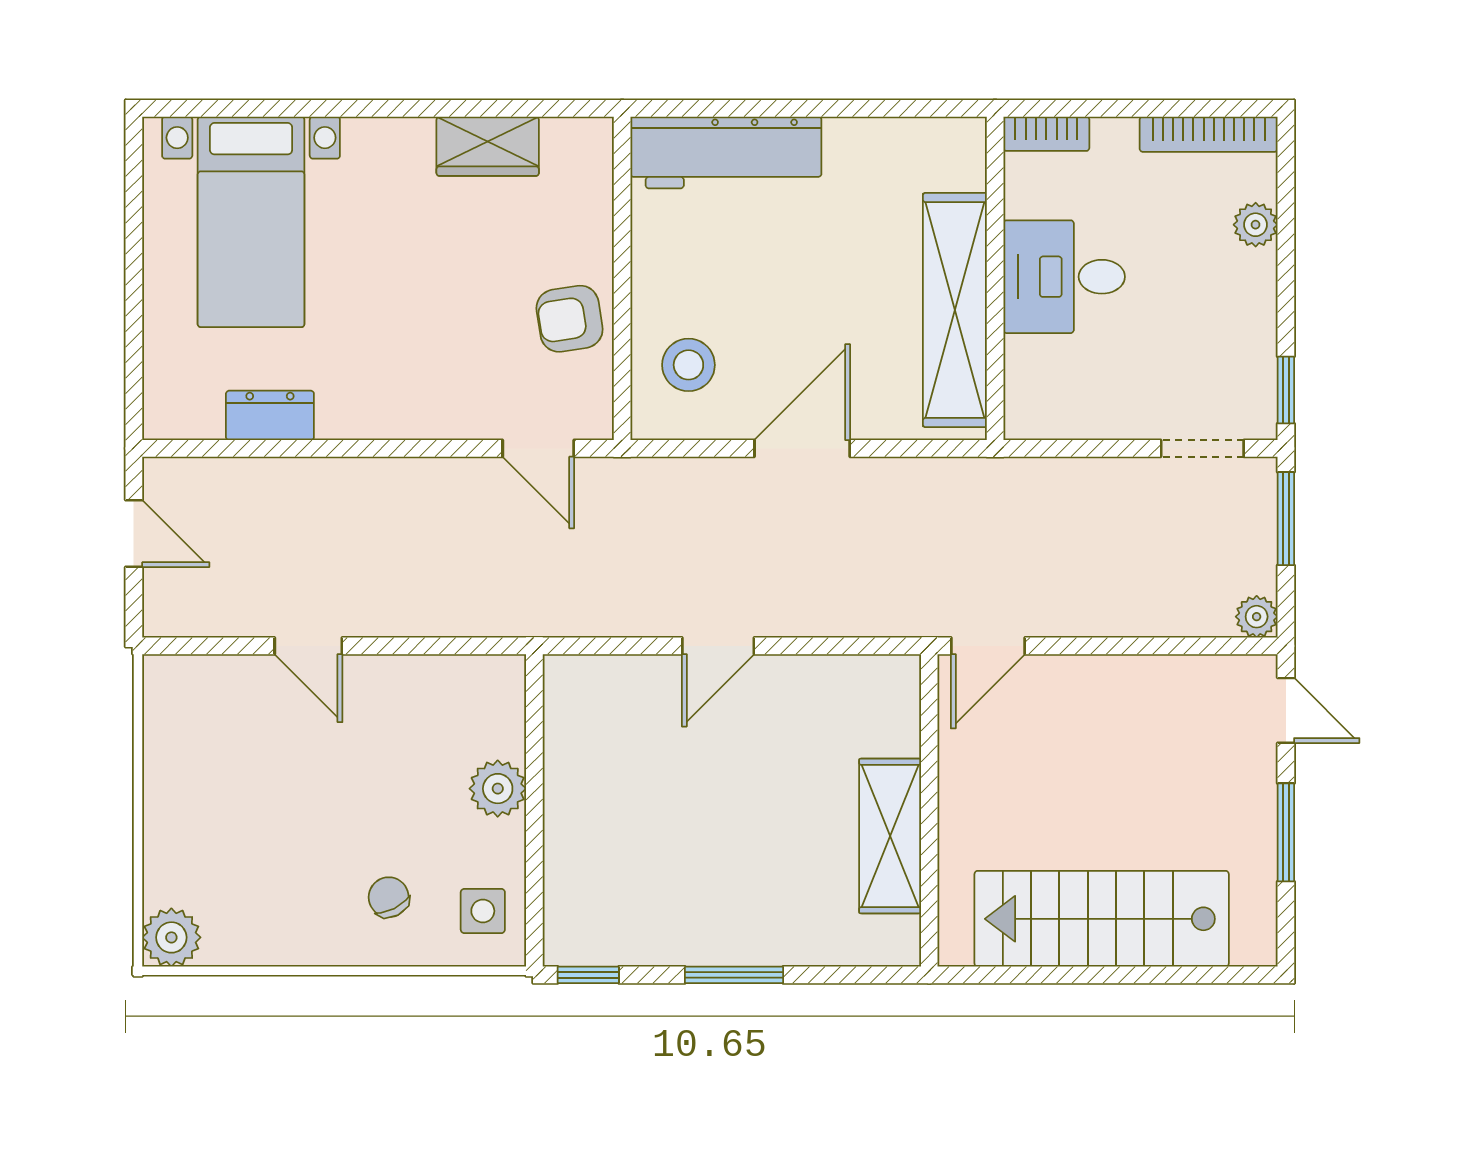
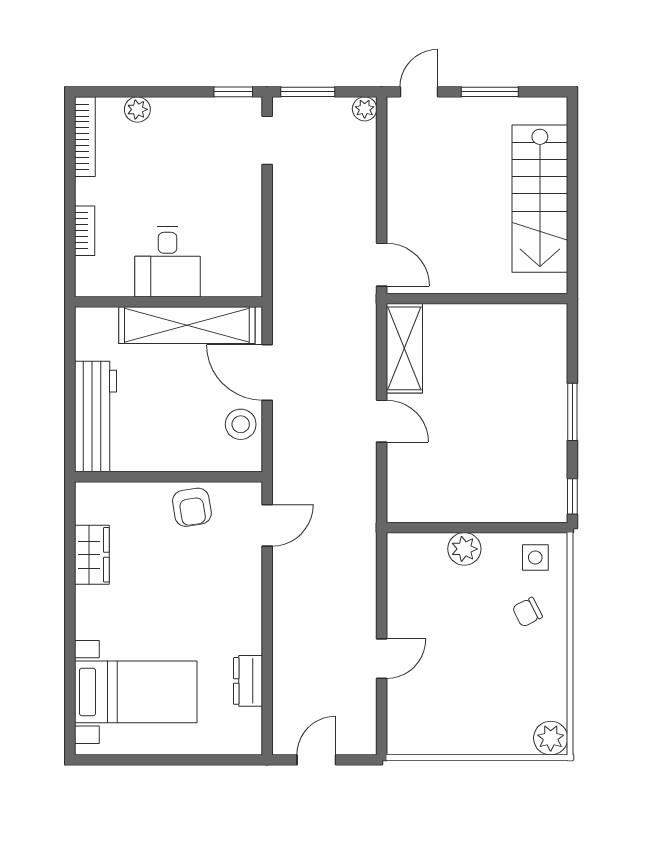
desk: (1064, 277) -> (168, 262), moved
wall: (995, 278) -> (168, 302), moved
shelving: (955, 310) -> (187, 325), moved
stool: (688, 365) -> (241, 424), moved
shelving: (890, 836) -> (404, 348), moved, turned 90

